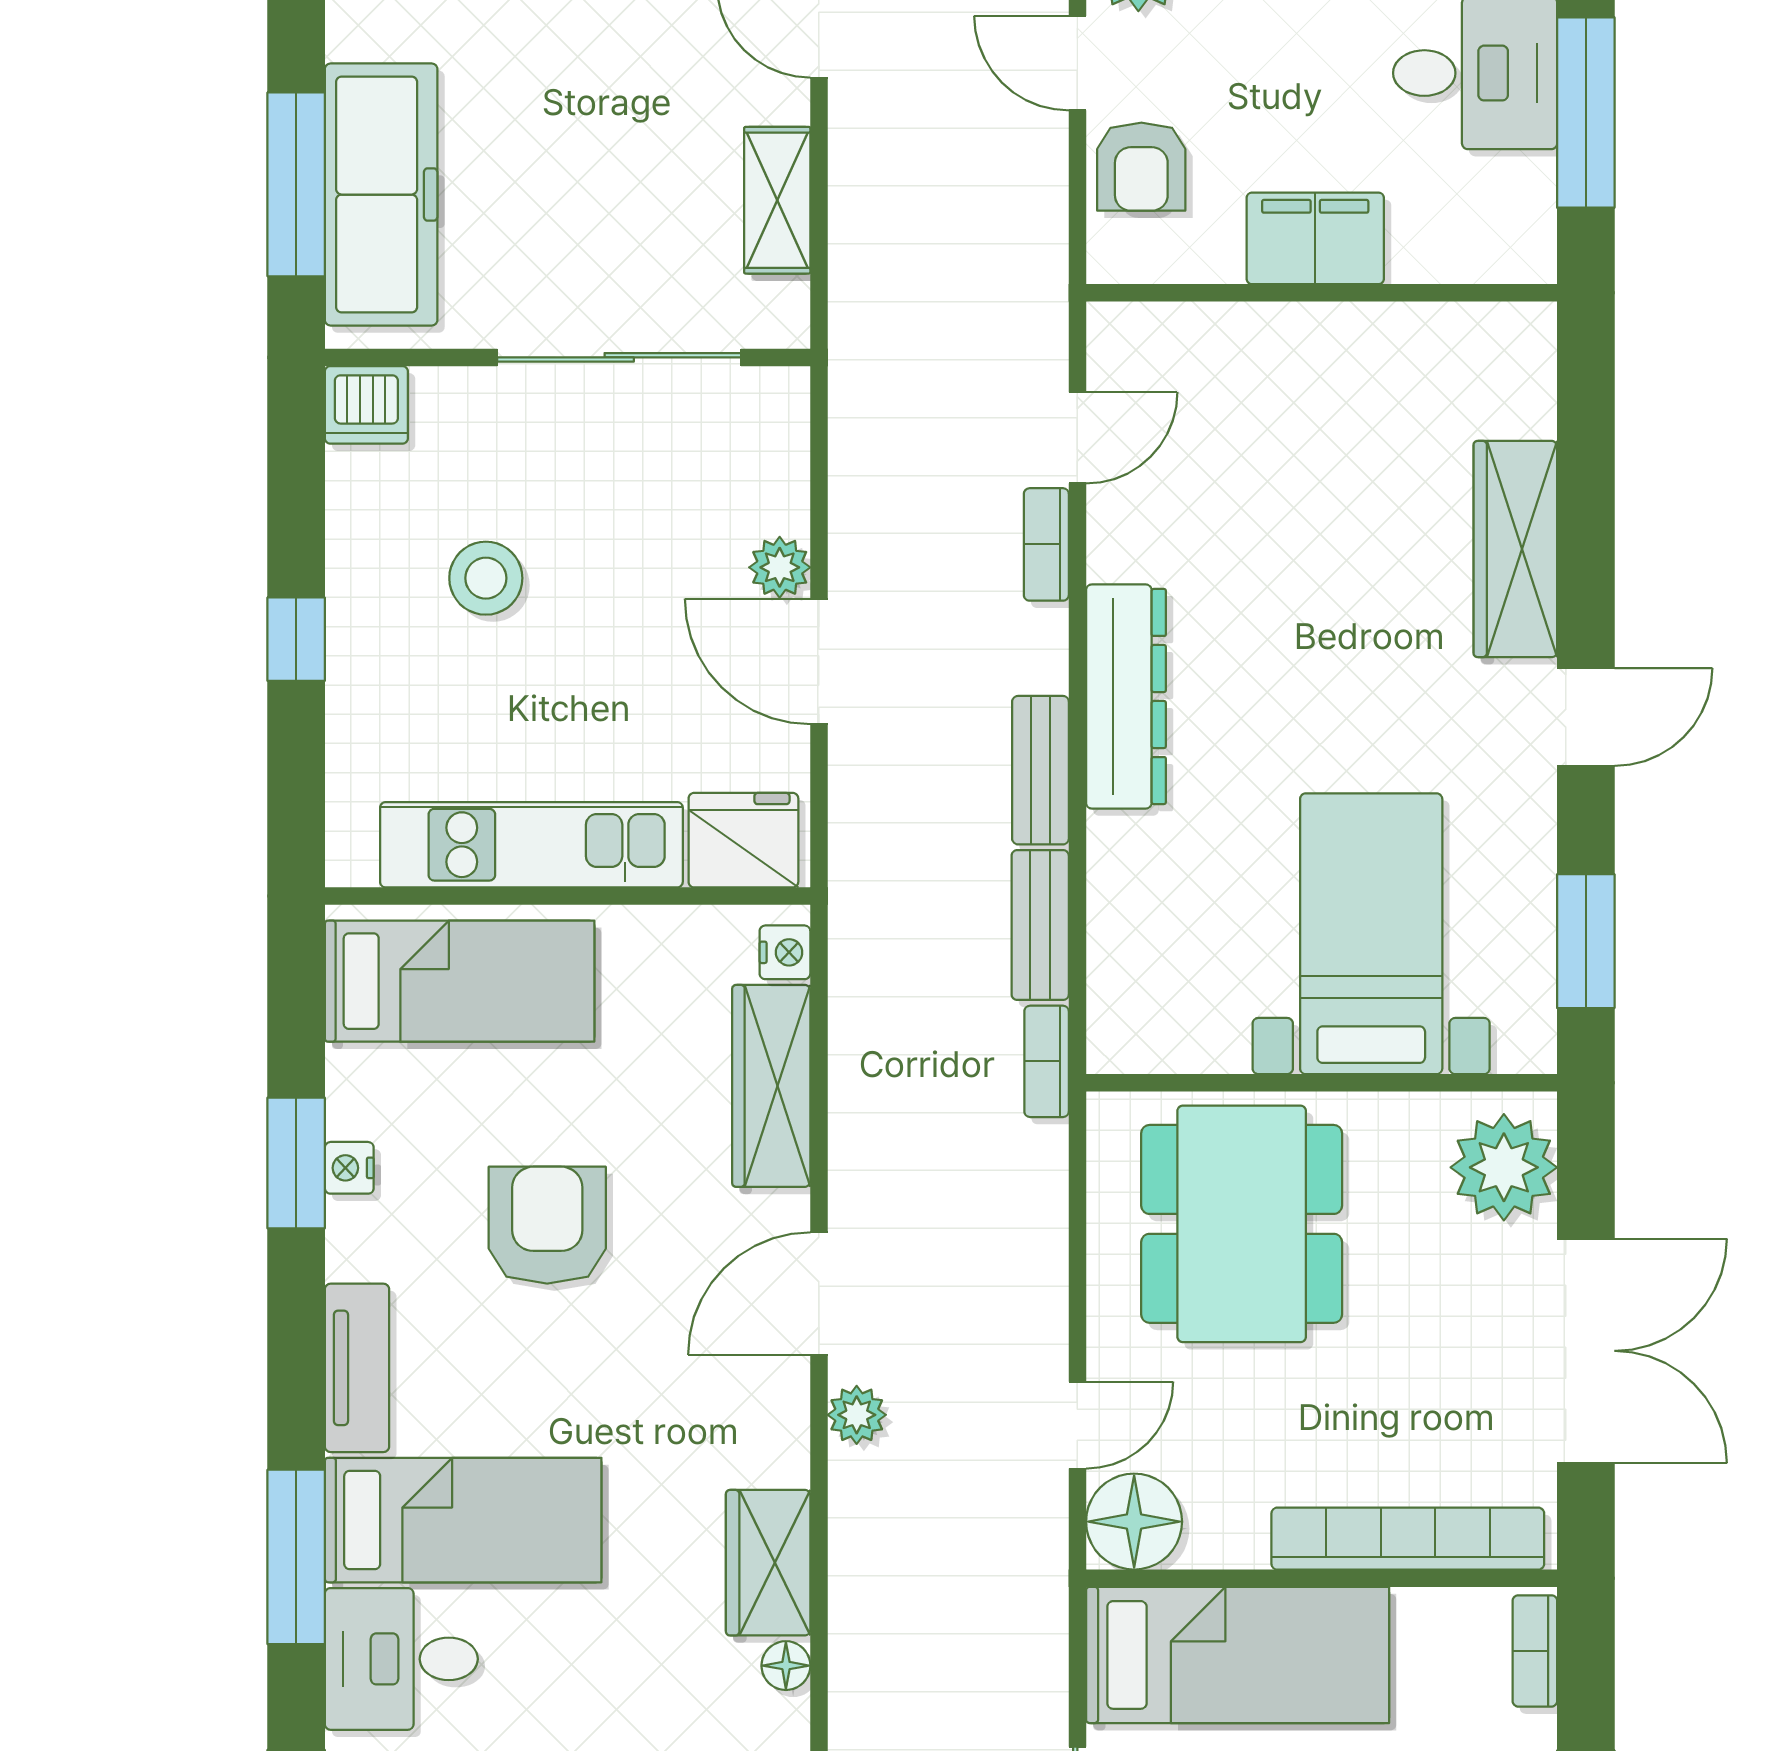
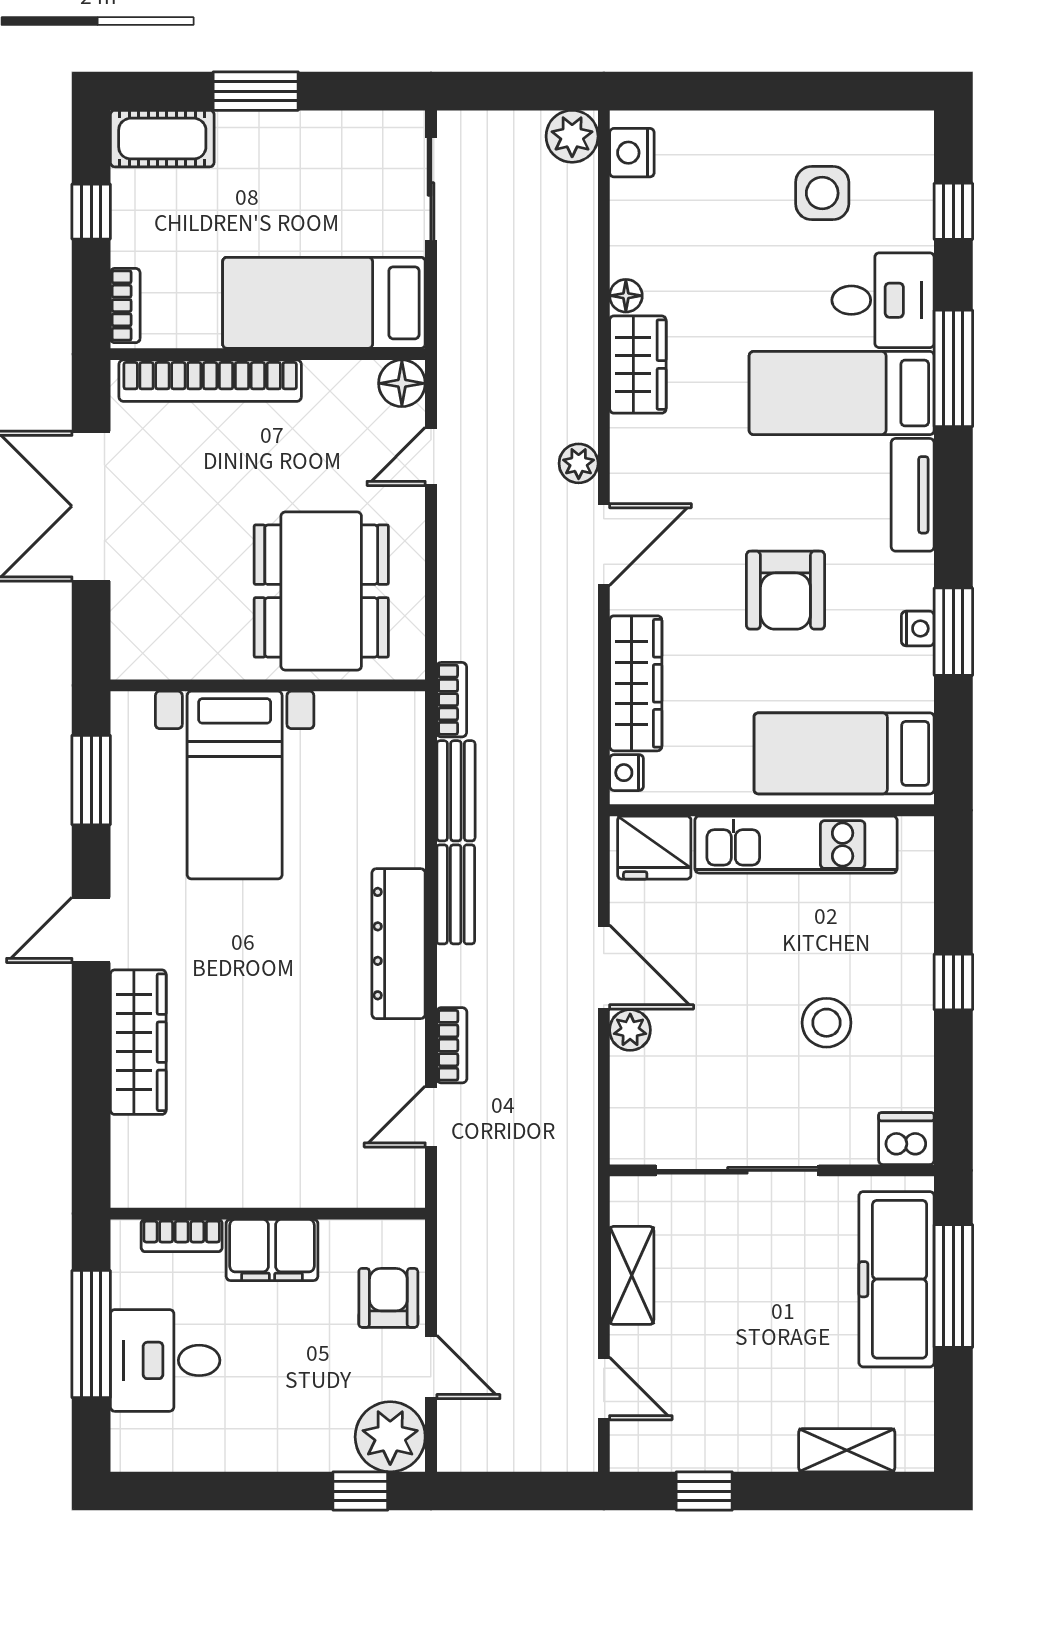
bookcase: (1450, 260) -> (182, 1236), added
plant: (1504, 1167) -> (146, 629), removed
floor lamp: (1134, 1522) -> (402, 383), width x0.73, depth x0.73

